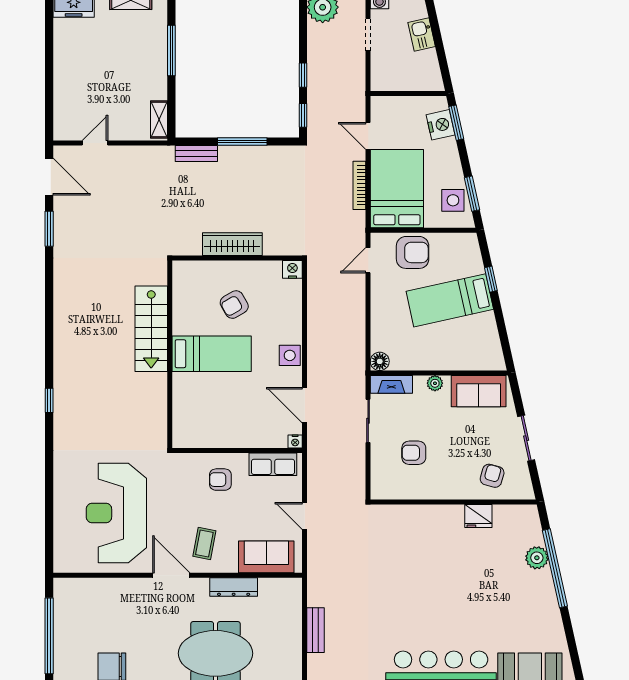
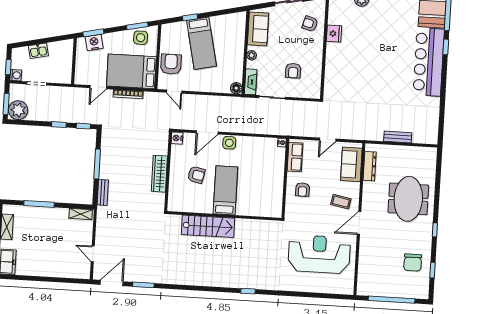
armchair: (234, 305) -> (196, 175), turned -48
door: (305, 405) -> (207, 132), moved
reception desk: (116, 513) -> (319, 254), turned 180
dresser: (234, 587) -> (370, 166), moved

